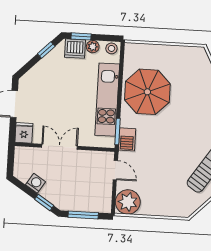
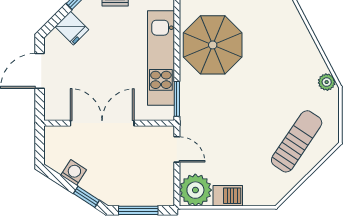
fridge: (24, 133) -> (72, 28), moved, turned 135
barbecue: (127, 139) -> (228, 196), moved, turned -90
double door: (59, 147) -> (102, 123), width x1.37

